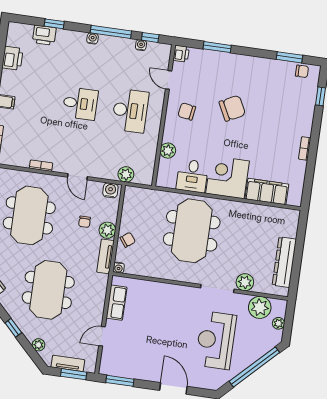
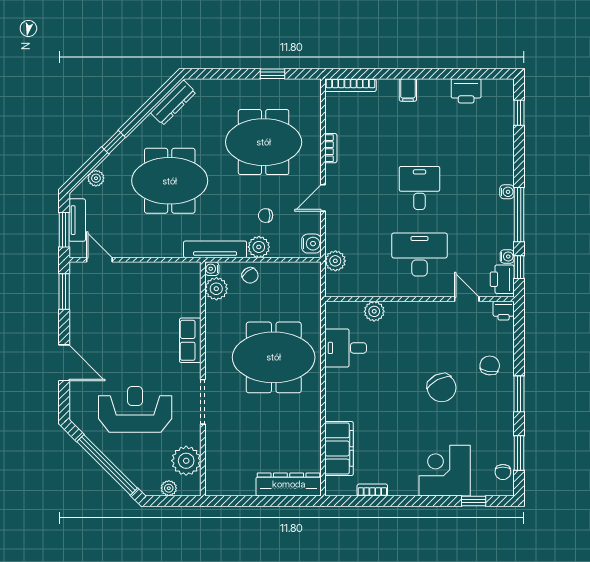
window: (54, 24) -> (519, 113), moved
printer: (44, 35) -> (502, 279), moved
window: (217, 47) -> (519, 394), moved
door: (169, 80) -> (467, 299), hinge flipped
desk: (80, 104) -> (419, 188), turned 180
desk: (130, 111) -> (419, 255), turned 180
chair: (187, 111) -> (490, 366), moved
bookcase: (305, 148) -> (372, 490), moved
corner desk: (227, 177) -> (445, 471), moved, turned -90
tv unit: (105, 256) -> (215, 249), width x1.41
dresser: (284, 262) -> (289, 484), moved
plant: (245, 282) -> (216, 289), moved
row of seats: (117, 303) -> (190, 340), moved, turned 90
door: (102, 336) -> (99, 260), moved
door: (173, 388) -> (64, 363), hinge flipped

